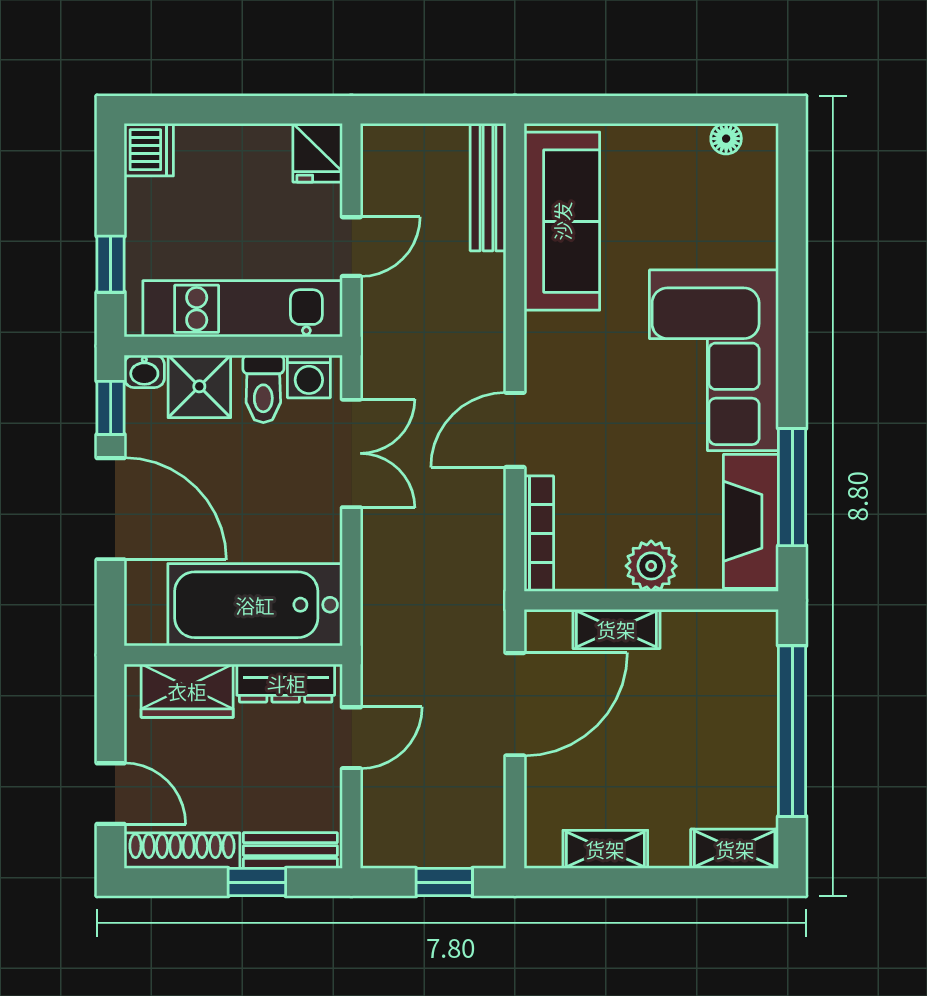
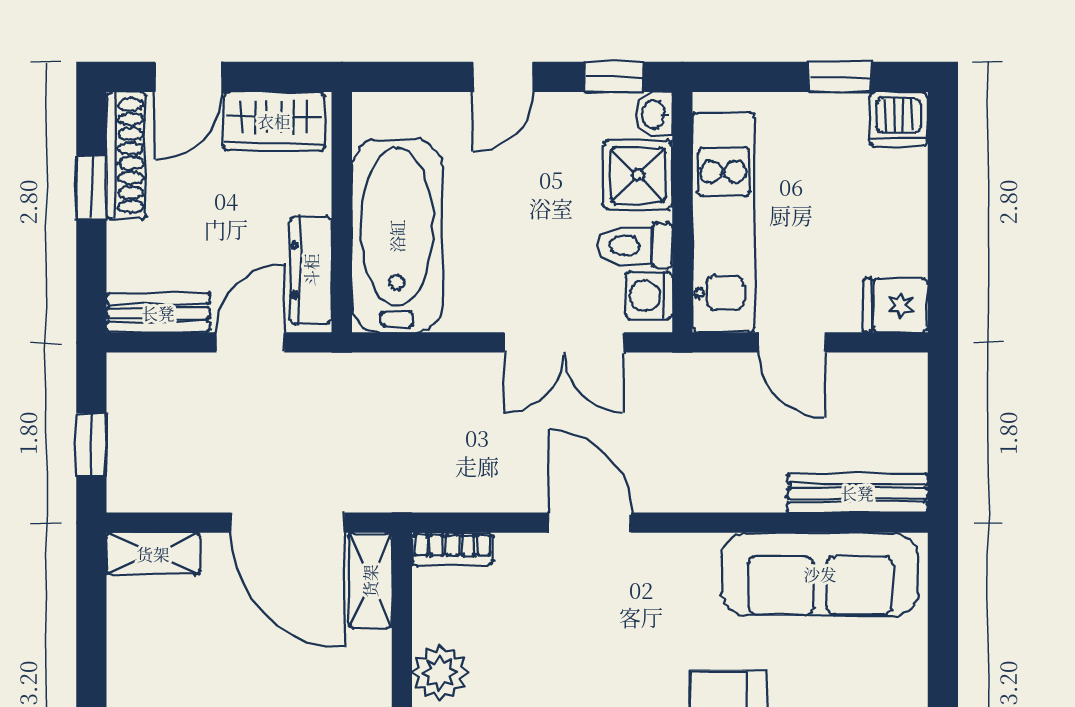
window: (111, 264) -> (840, 77), moved
door: (111, 509) -> (503, 77), width x0.53
bookcase: (539, 534) -> (453, 549), width x0.64
shelving: (616, 629) -> (370, 581), moved
wardrobe: (187, 691) -> (274, 121), moved, turned -90
door: (351, 738) -> (250, 342), swing flipped
shelving: (605, 849) -> (153, 554), moved, turned 90
bench: (290, 851) -> (158, 313), moved, turned 90
window: (257, 882) -> (91, 187), moved

